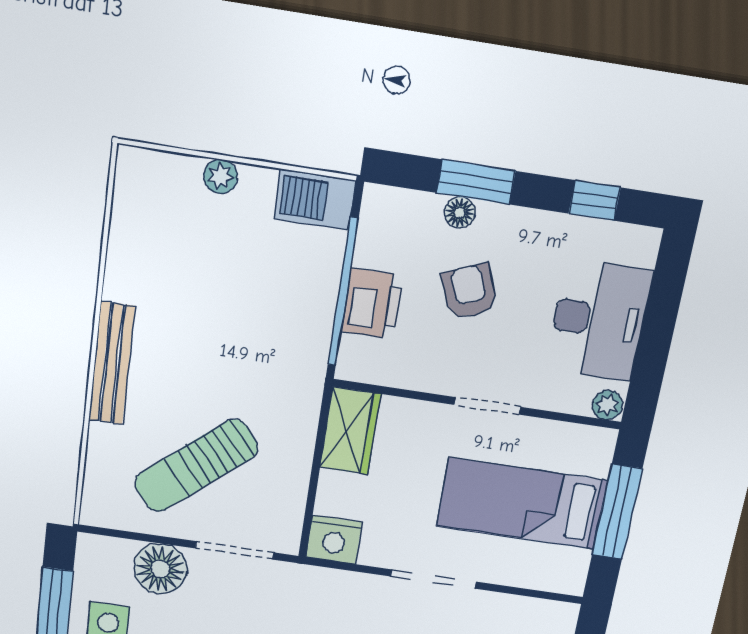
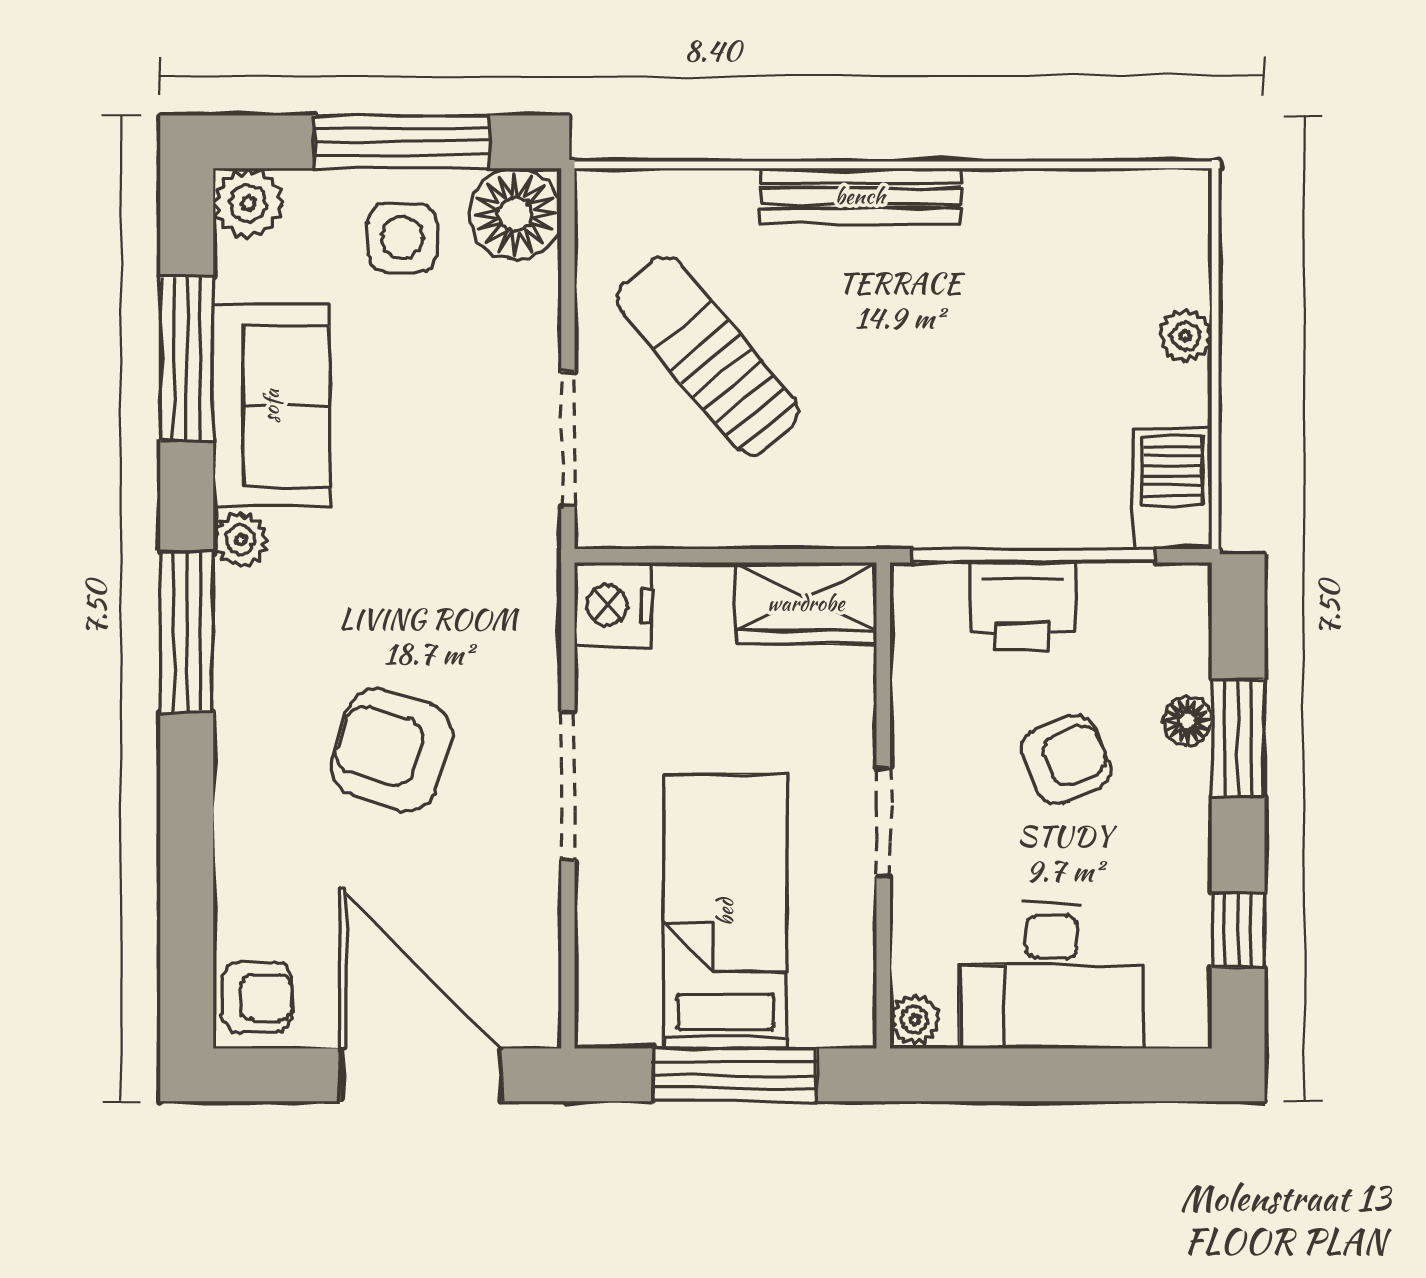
floor lamp: (160, 569) -> (515, 214), moved

